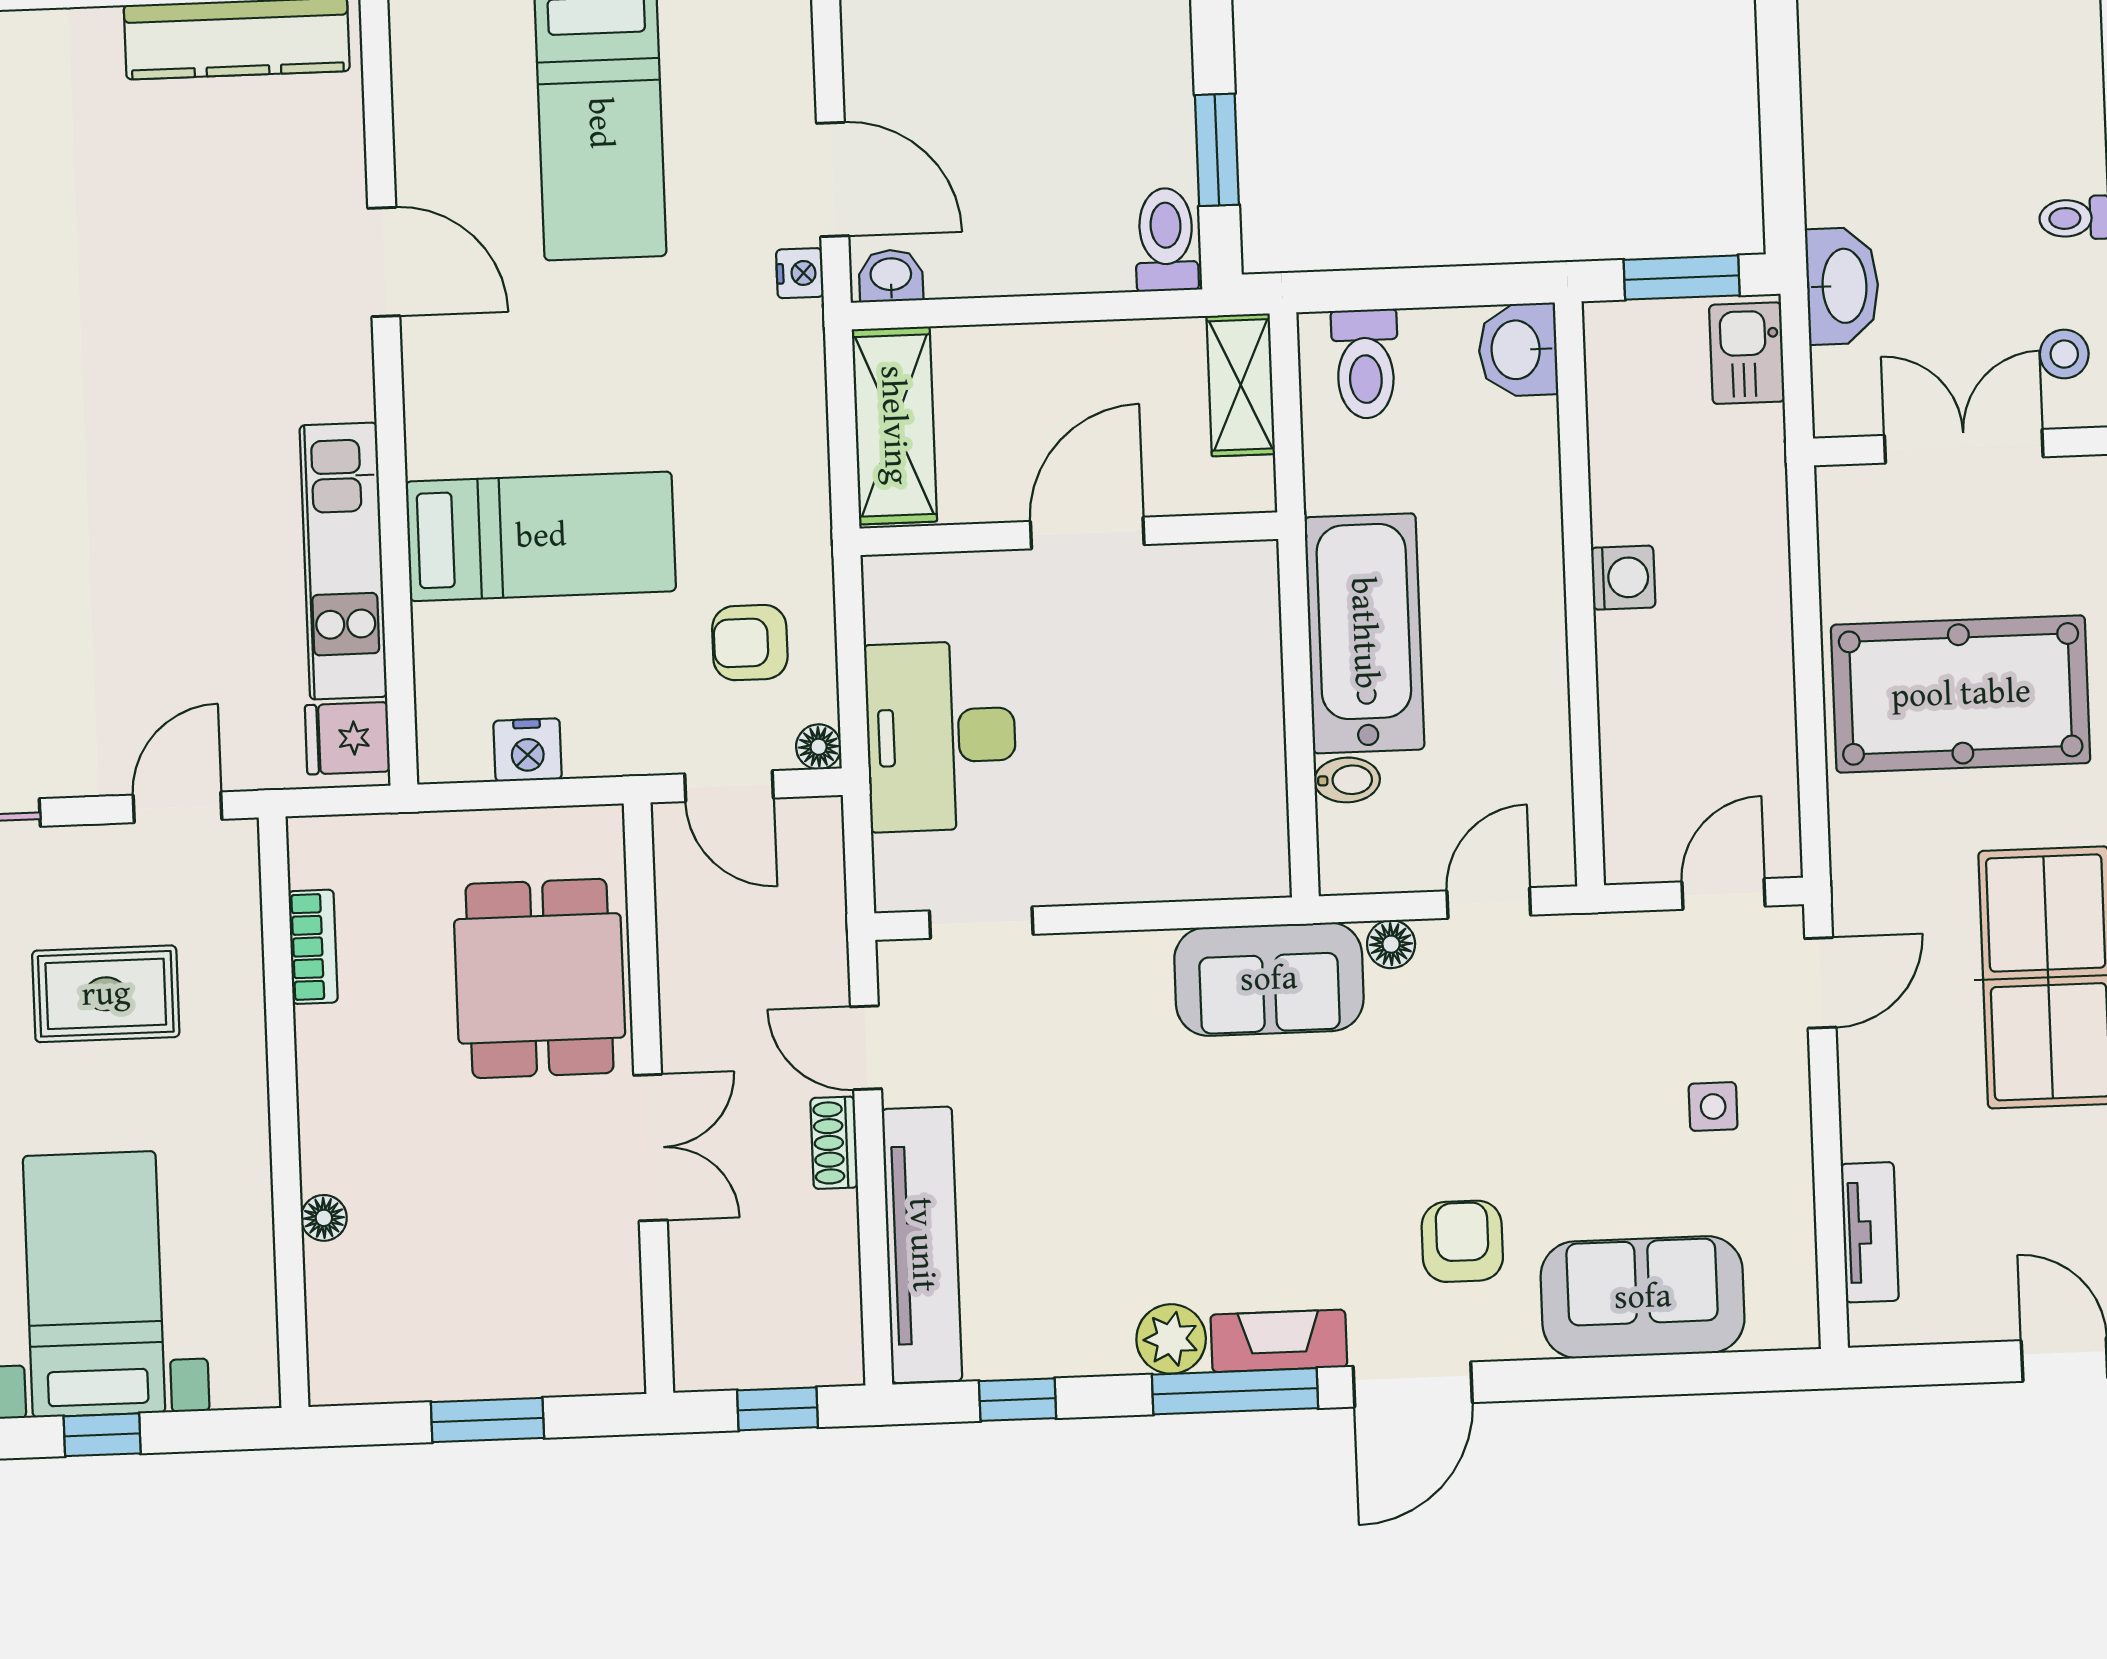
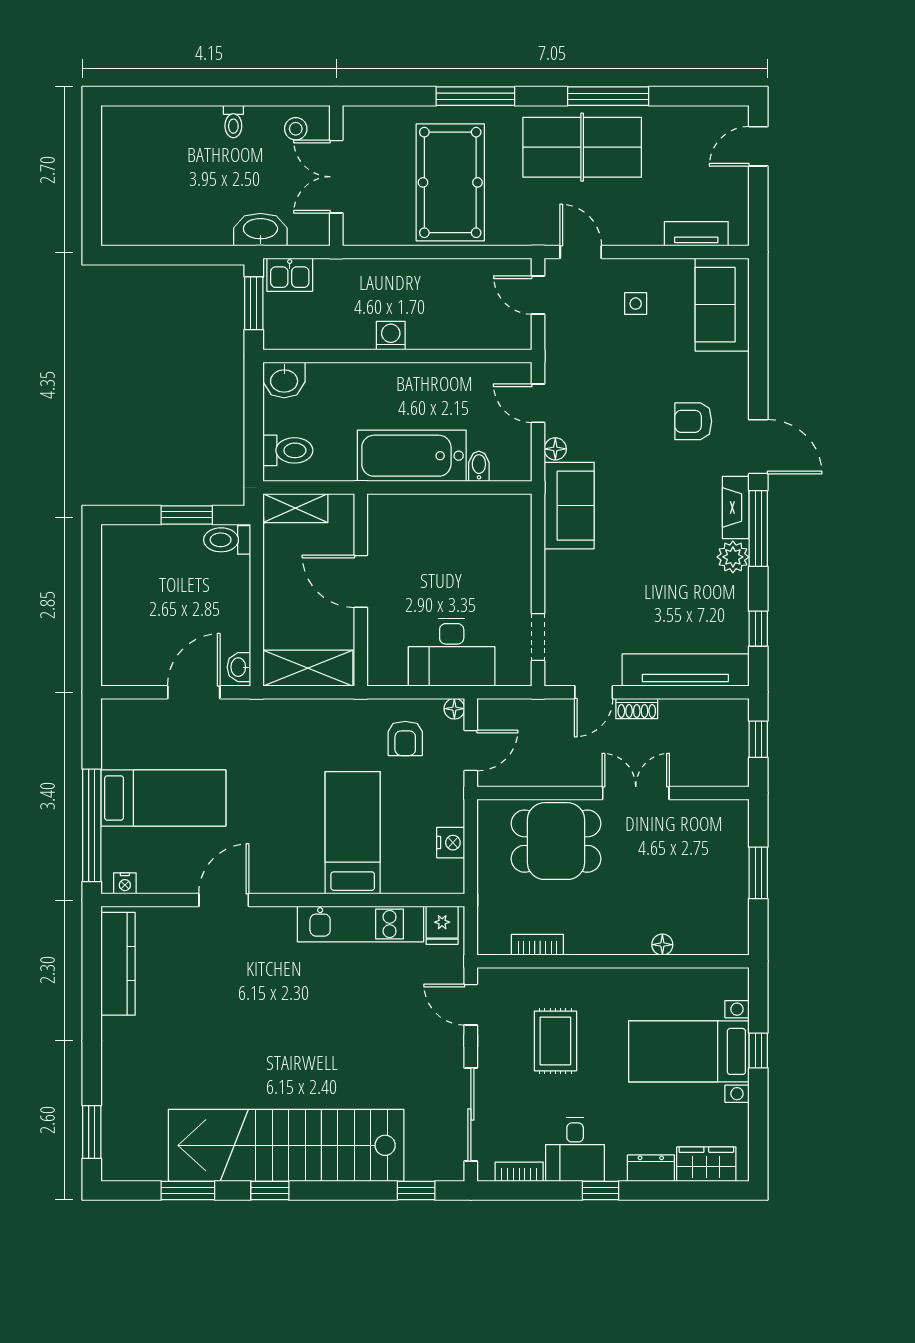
nightstand: (800, 273) -> (125, 883), moved, turned 180
sofa: (1643, 1297) -> (722, 305), moved

